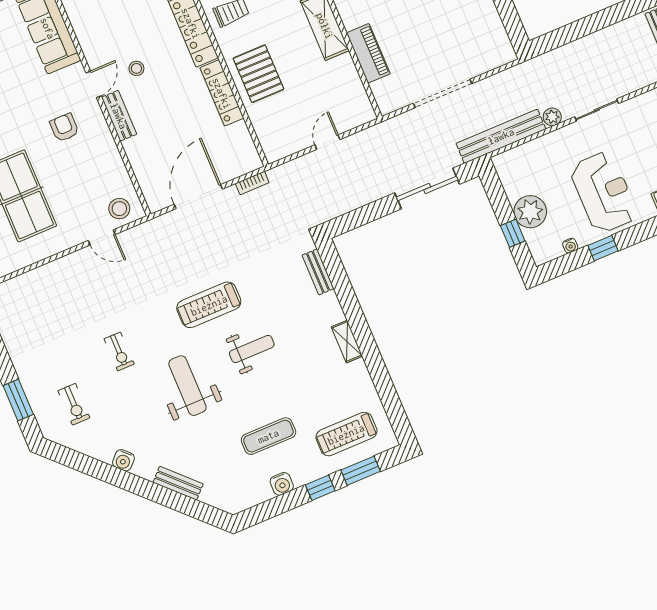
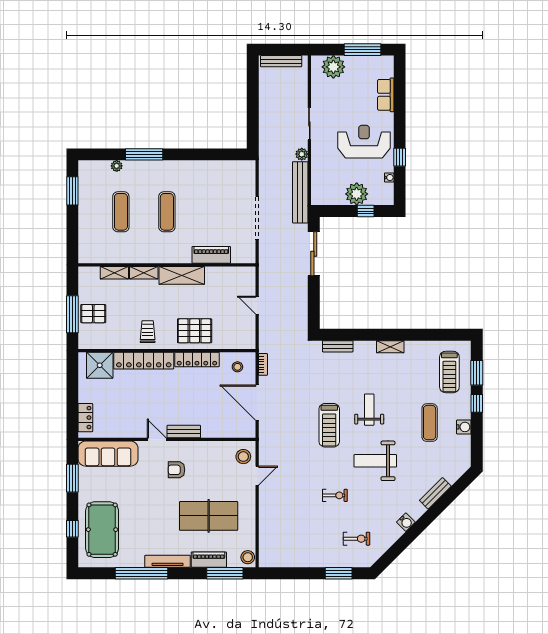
stool: (136, 68) -> (237, 367), moved

